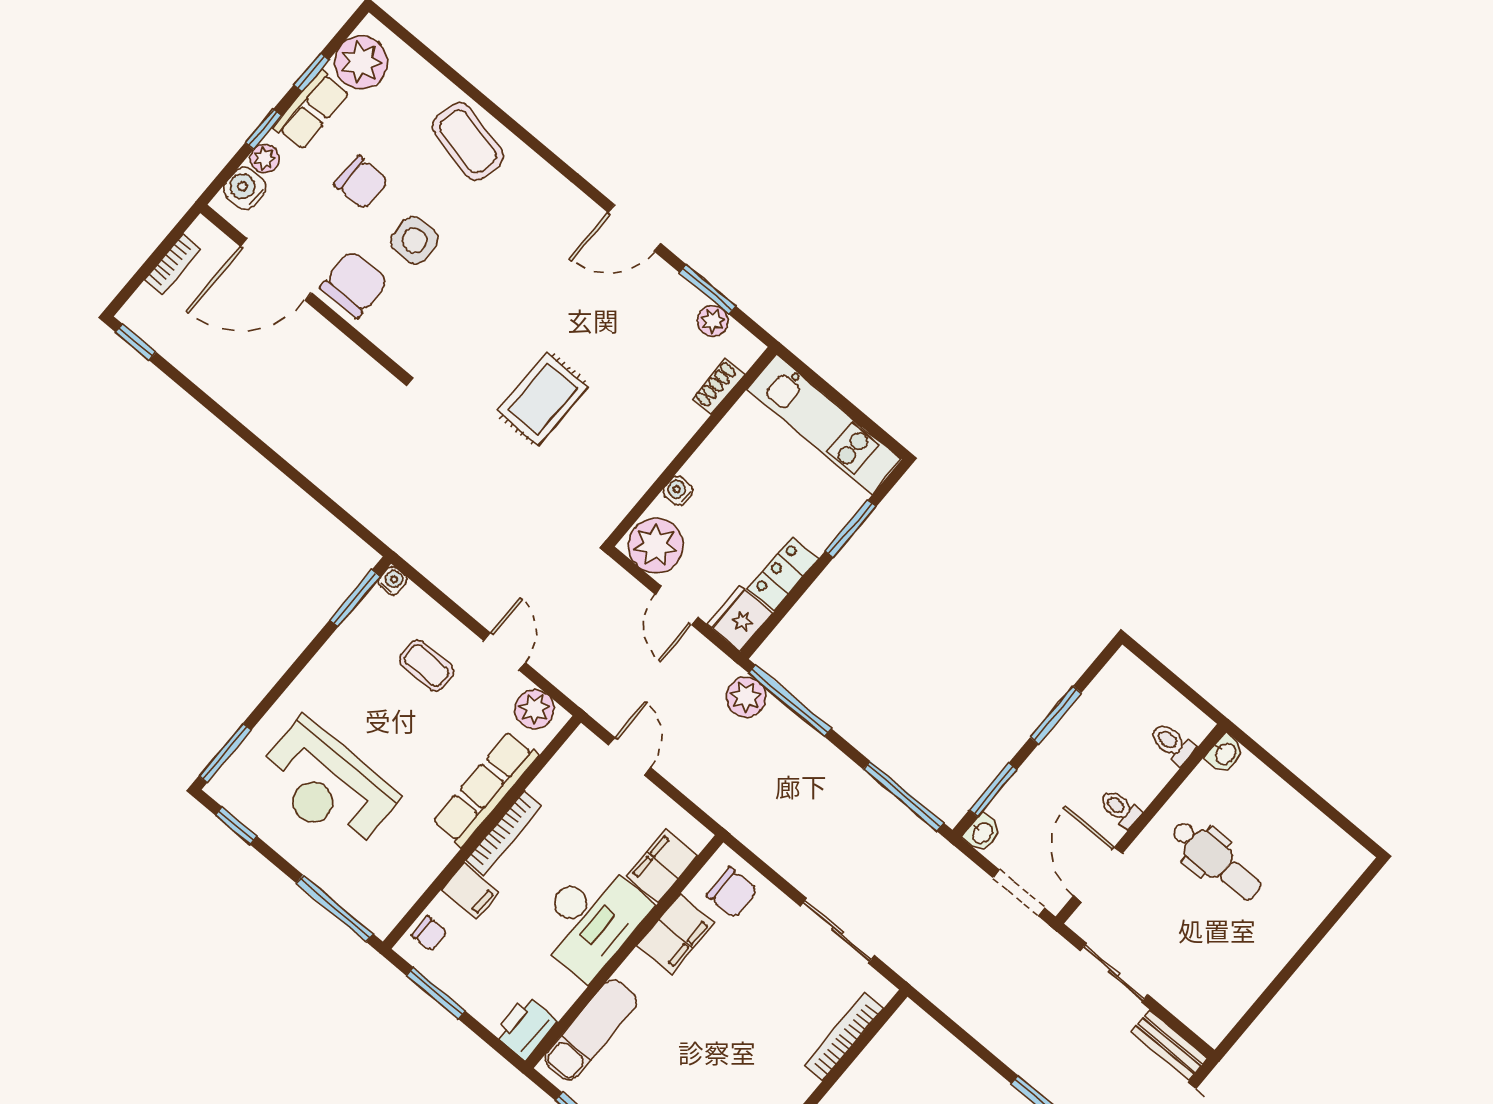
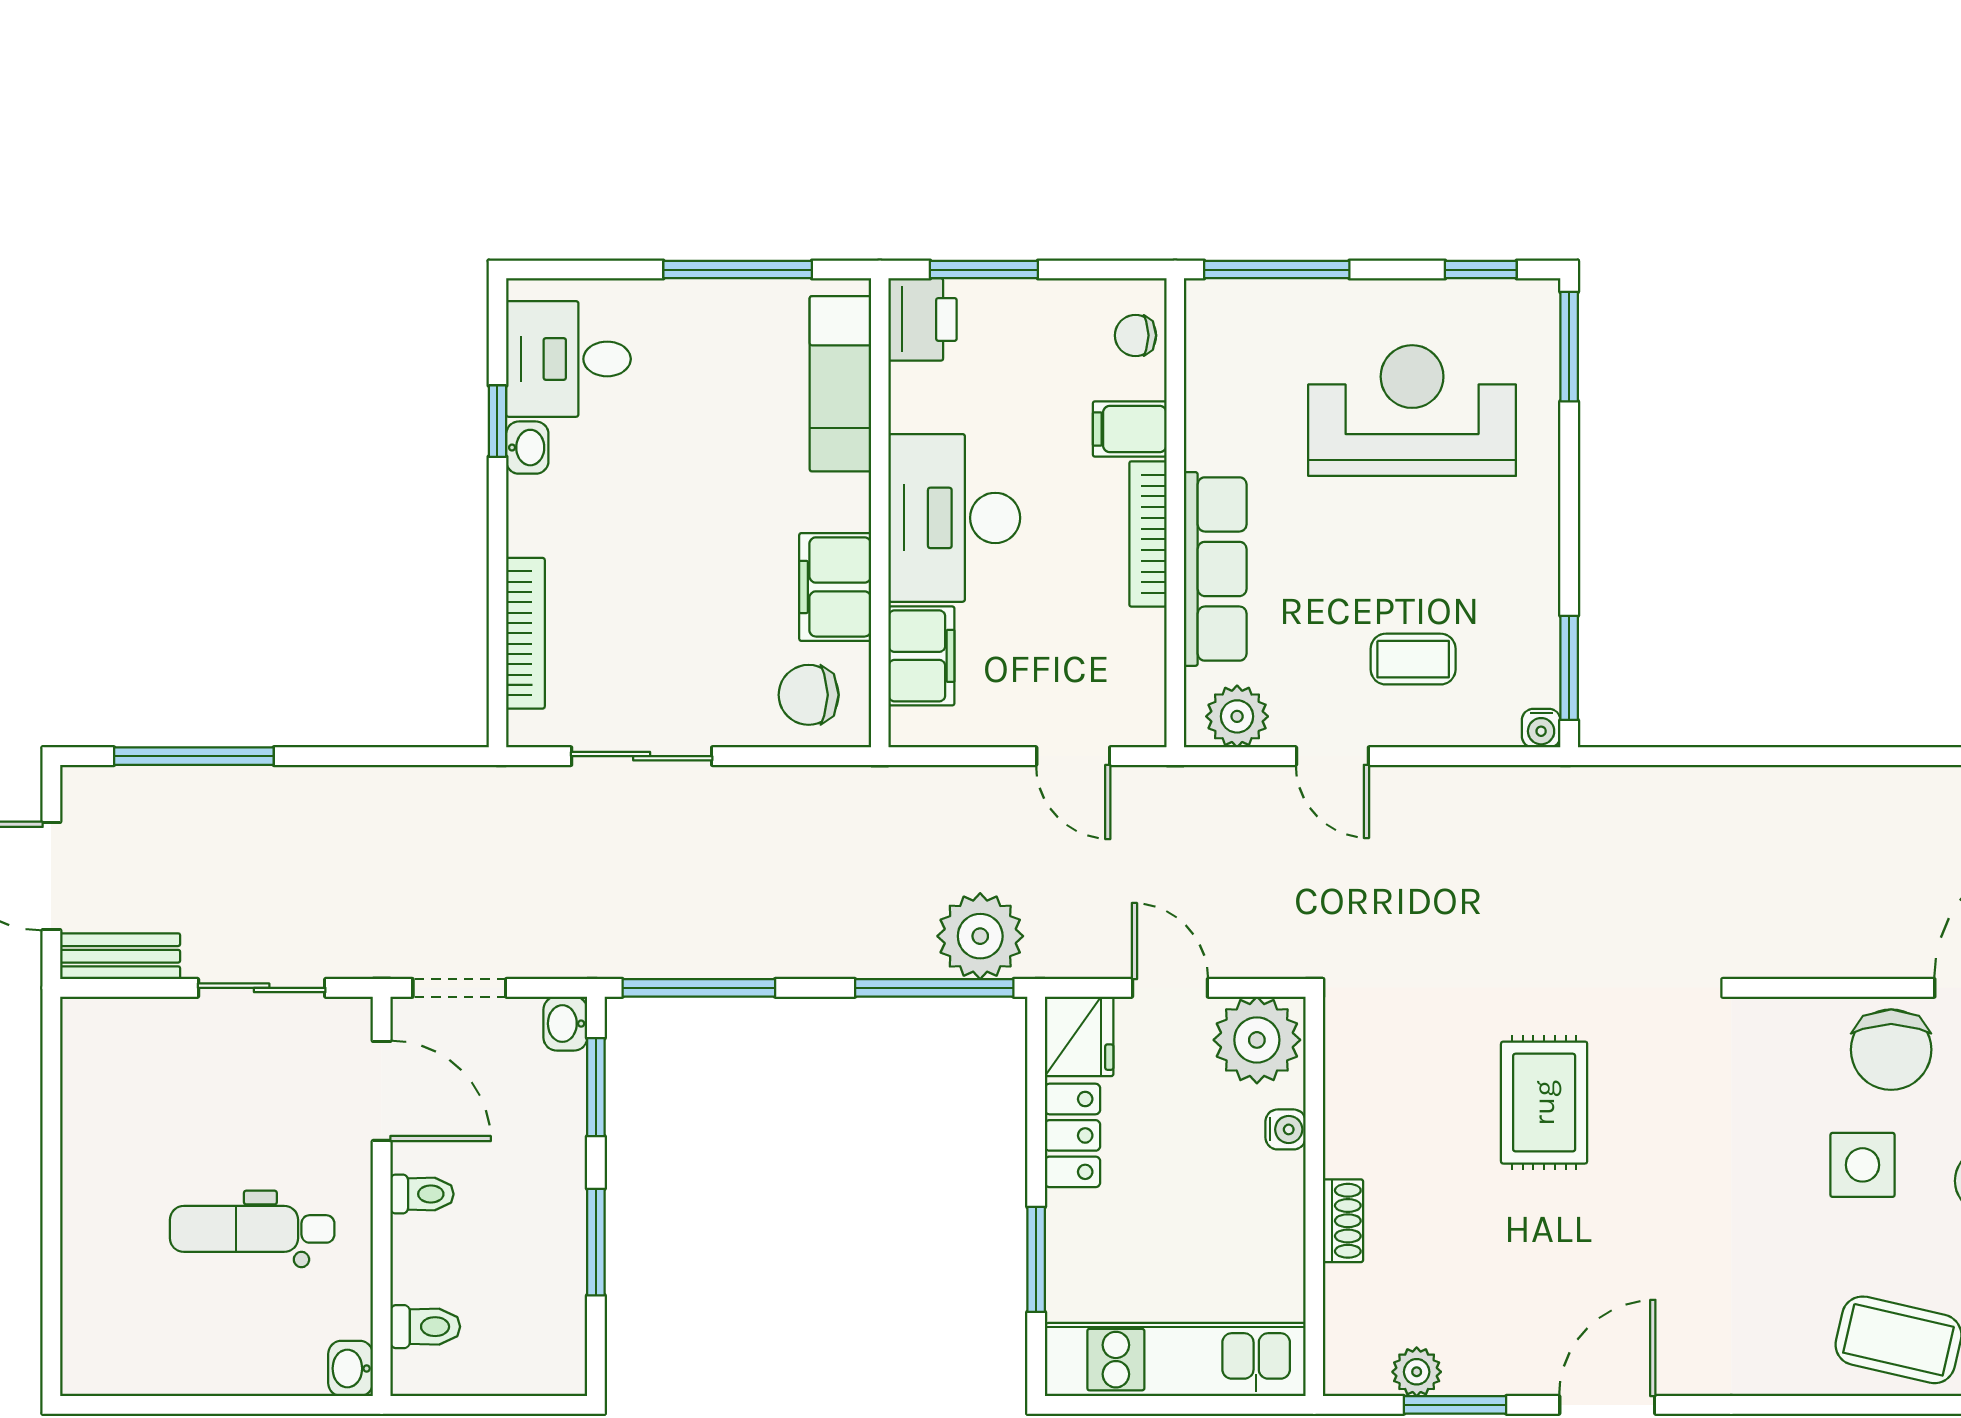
shoe rack: (718, 387) -> (1343, 1221), moved
plant: (746, 697) -> (980, 936), width x1.36, depth x1.36
window: (436, 993) -> (984, 270), moved

